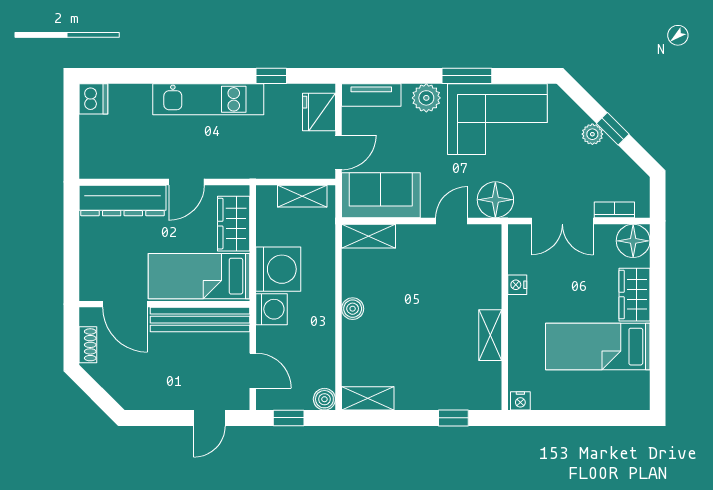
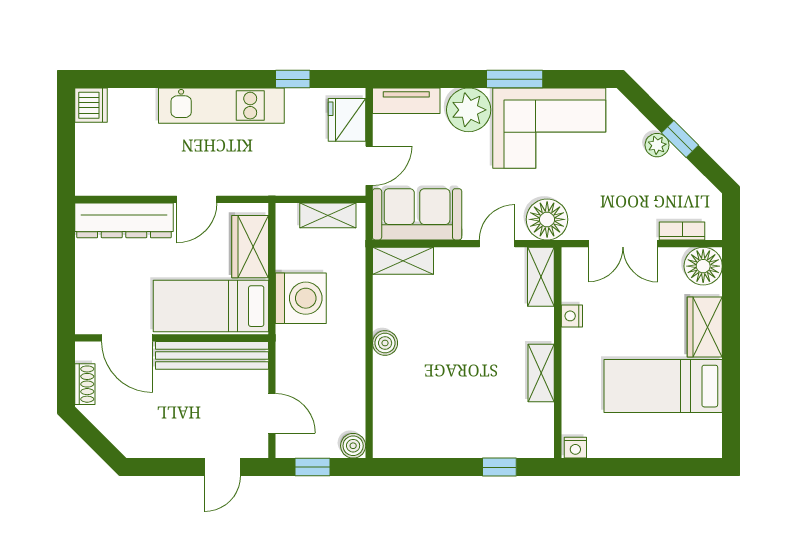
plant: (426, 98) -> (469, 110), width x1.36, depth x1.36
washing machine: (271, 309) -> (293, 344), removed
shelving: (368, 398) -> (541, 277), moved, turned 90

